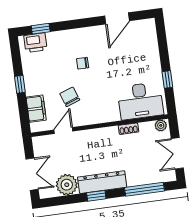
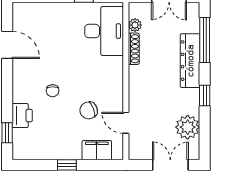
printer: (35, 43) -> (22, 116), moved
plant: (161, 125) -> (135, 25), moved
shoe rack: (128, 129) -> (134, 49), width x1.43
dresser: (102, 182) -> (190, 61), moved

